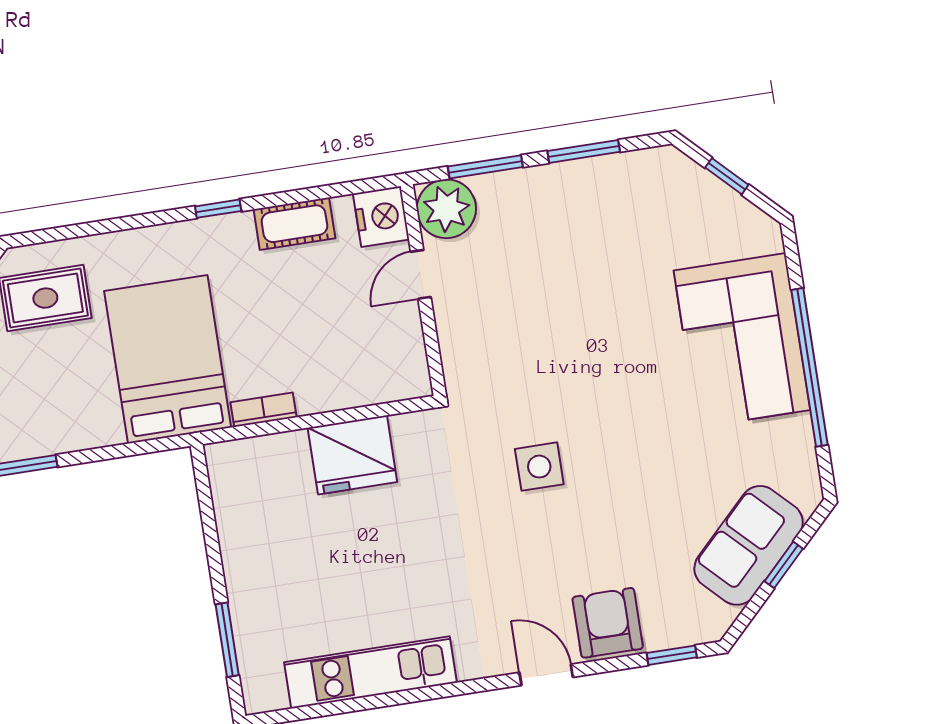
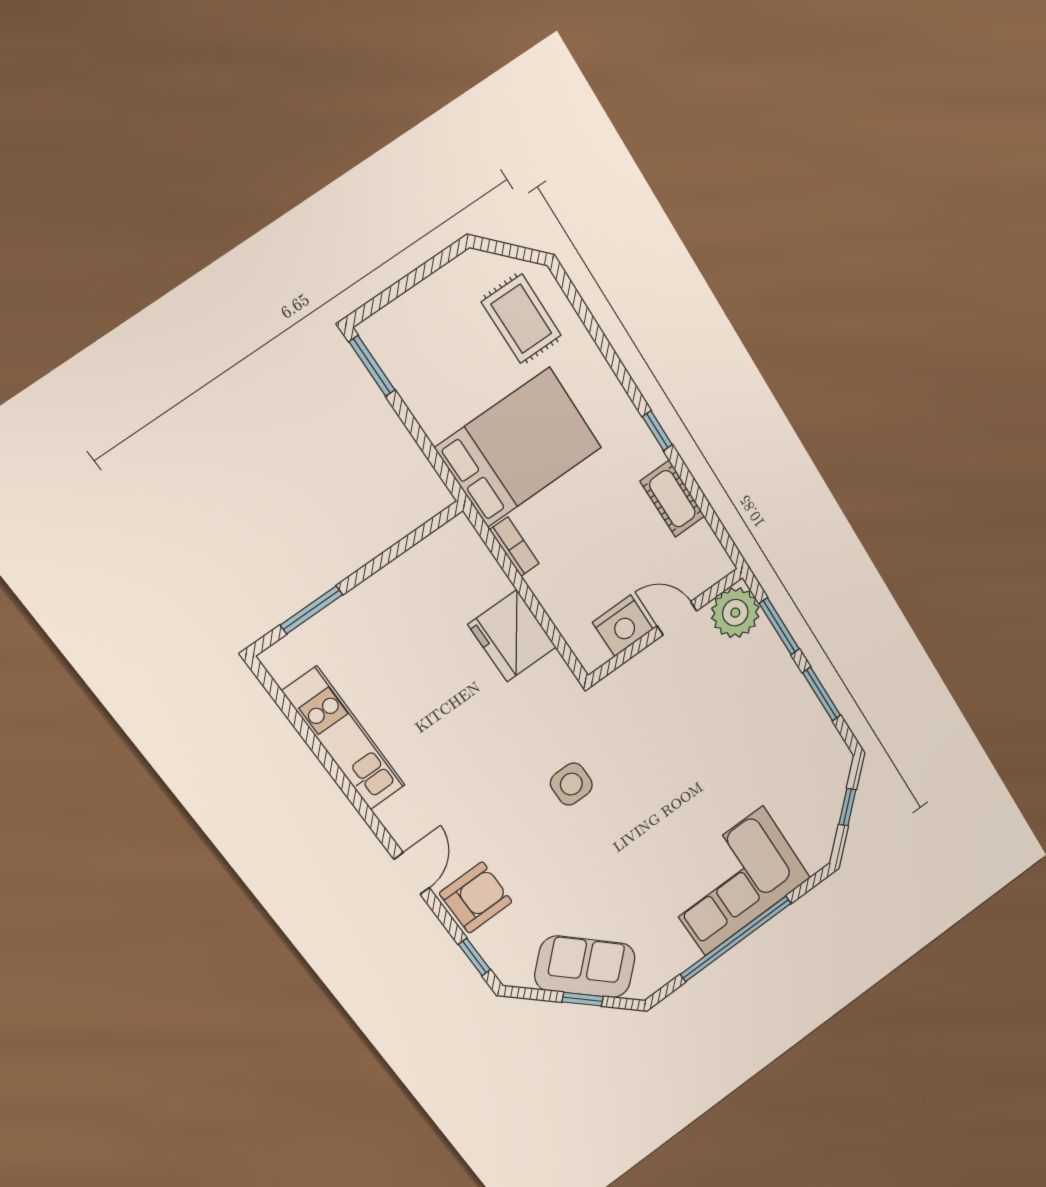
nightstand: (381, 217) -> (623, 626), moved

